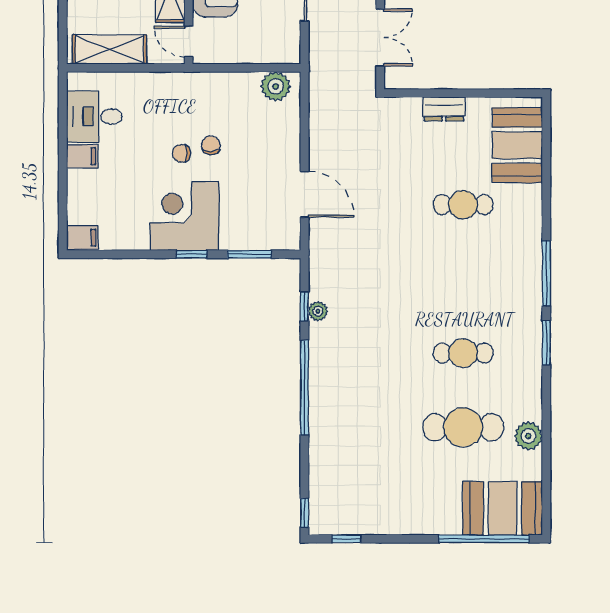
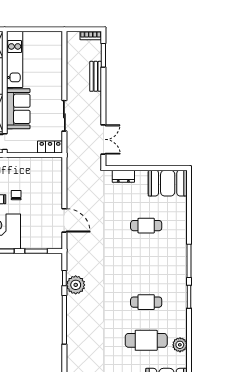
locker: (277, 52) -> (50, 147), added
plant: (276, 86) -> (50, 165), removed
dresser: (444, 109) -> (123, 176), moved
booth: (517, 145) -> (168, 183), moved, turned 90
plant: (318, 311) -> (76, 285), width x1.88, depth x1.88

